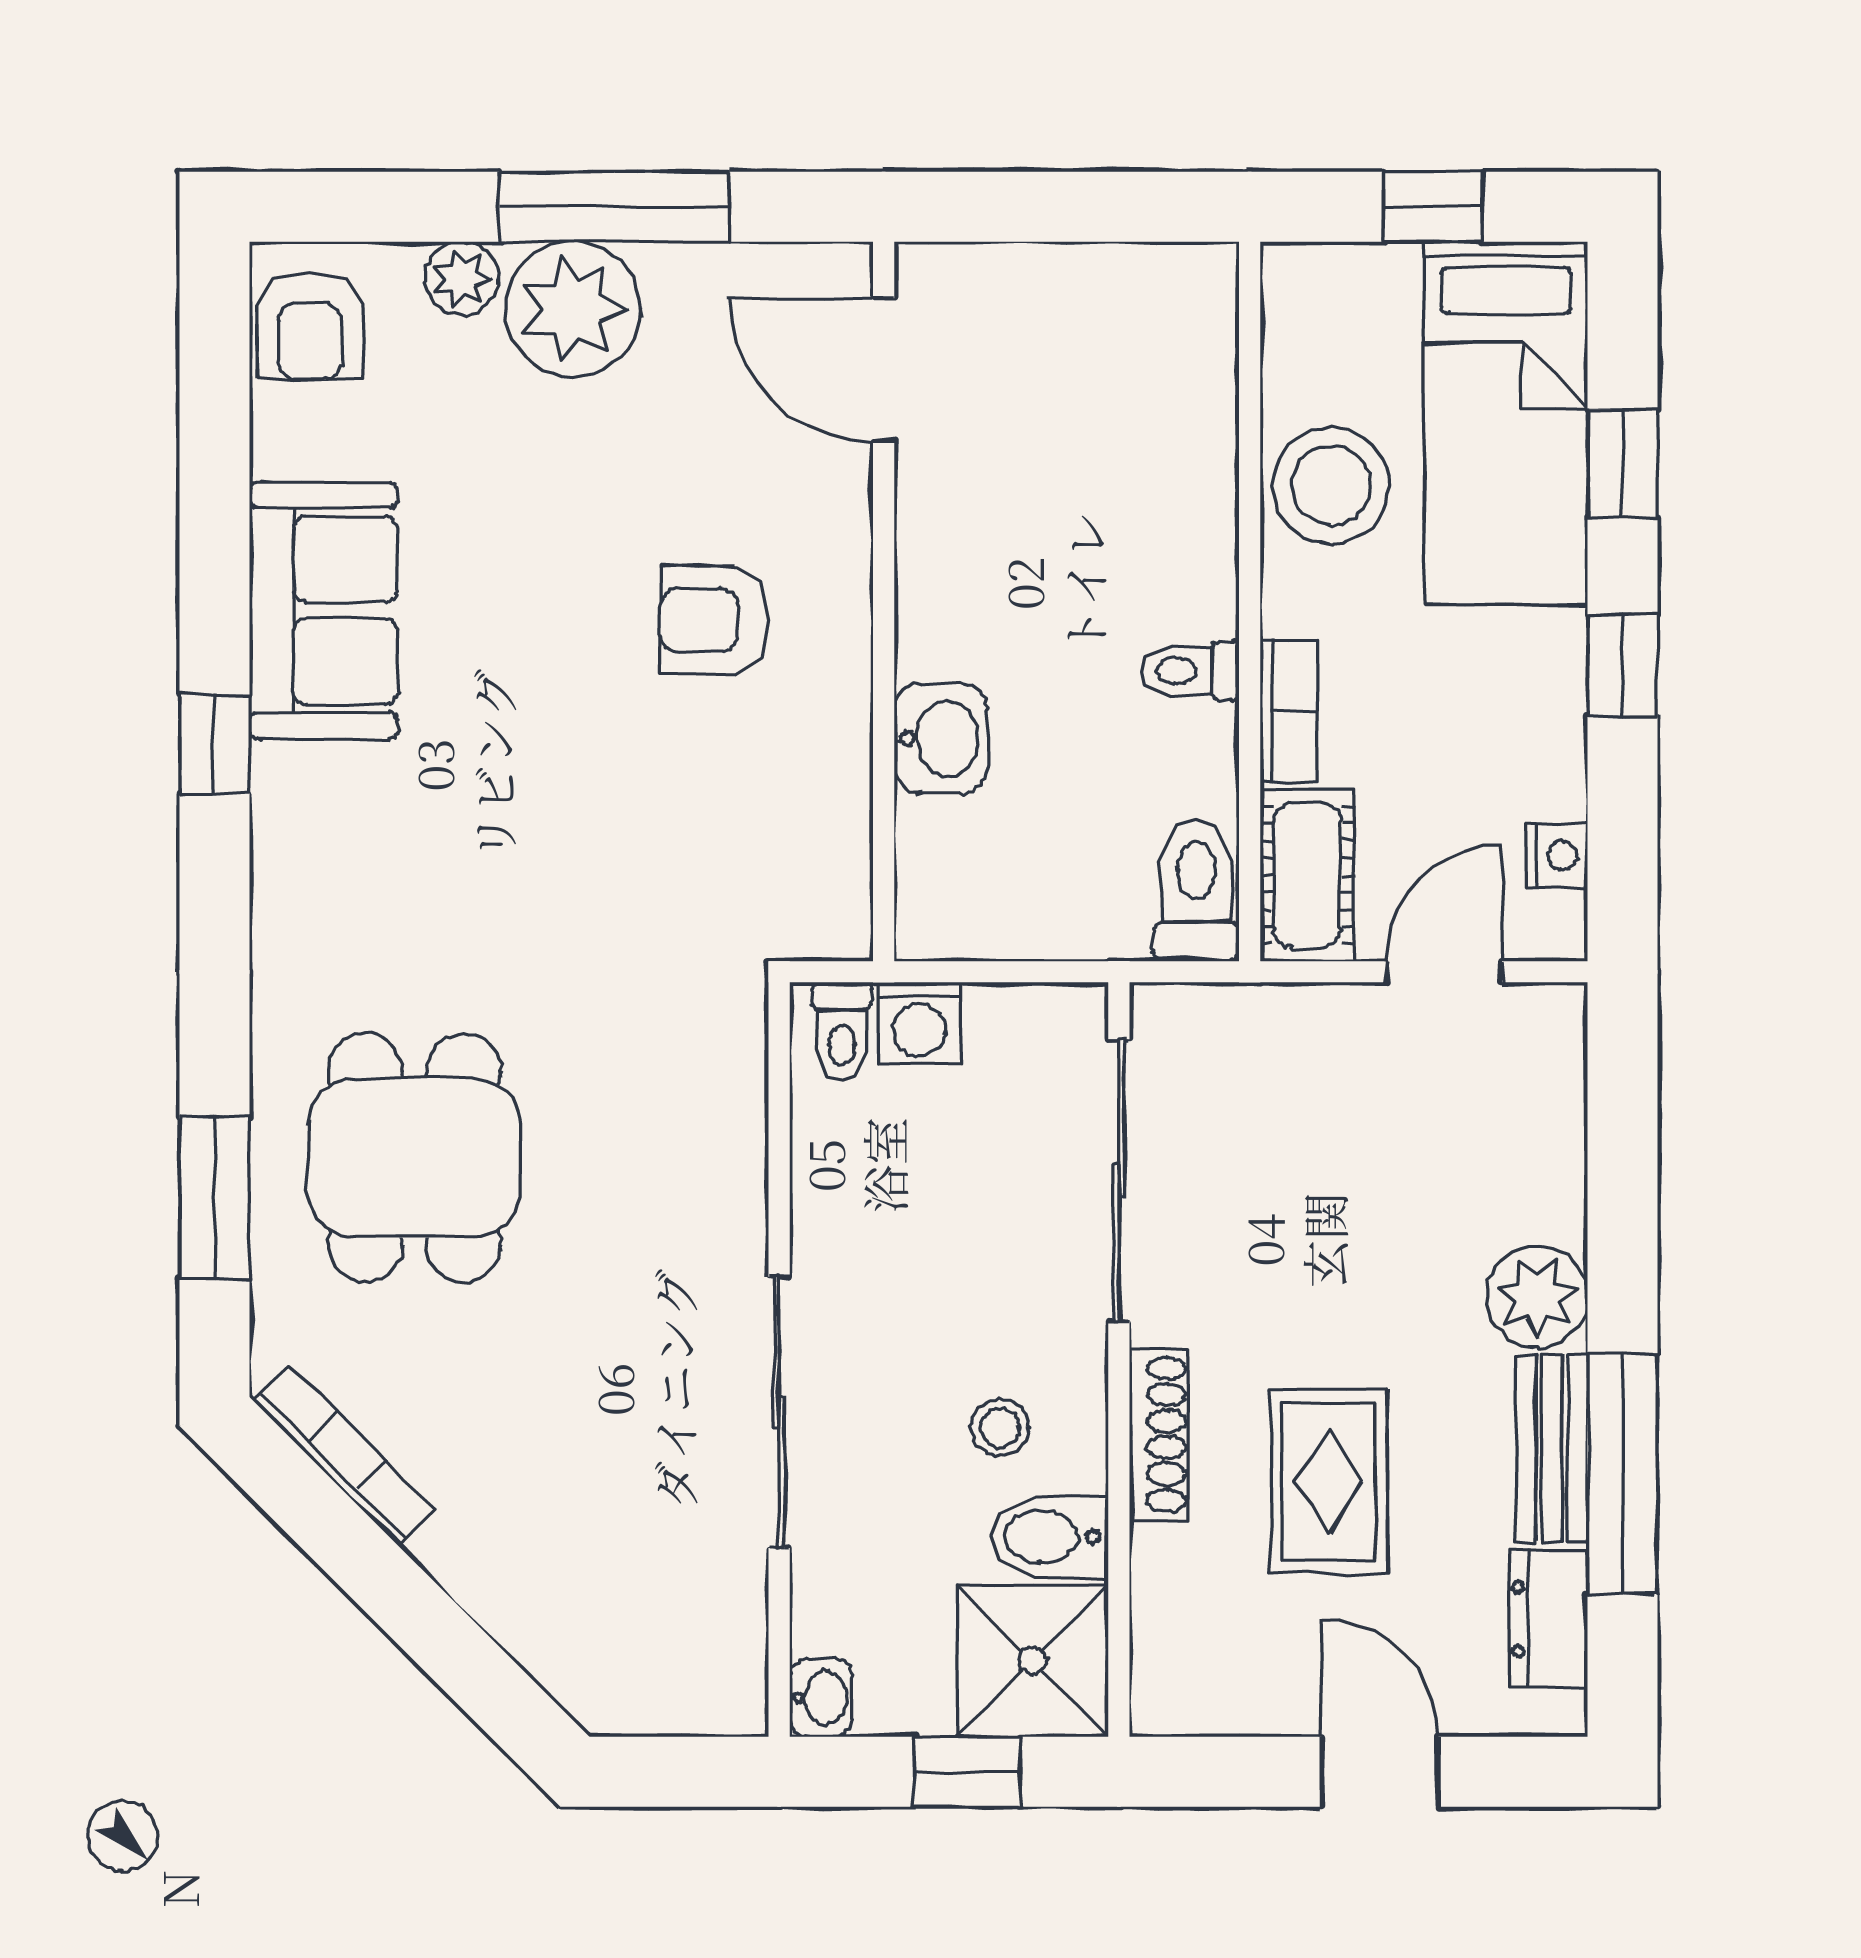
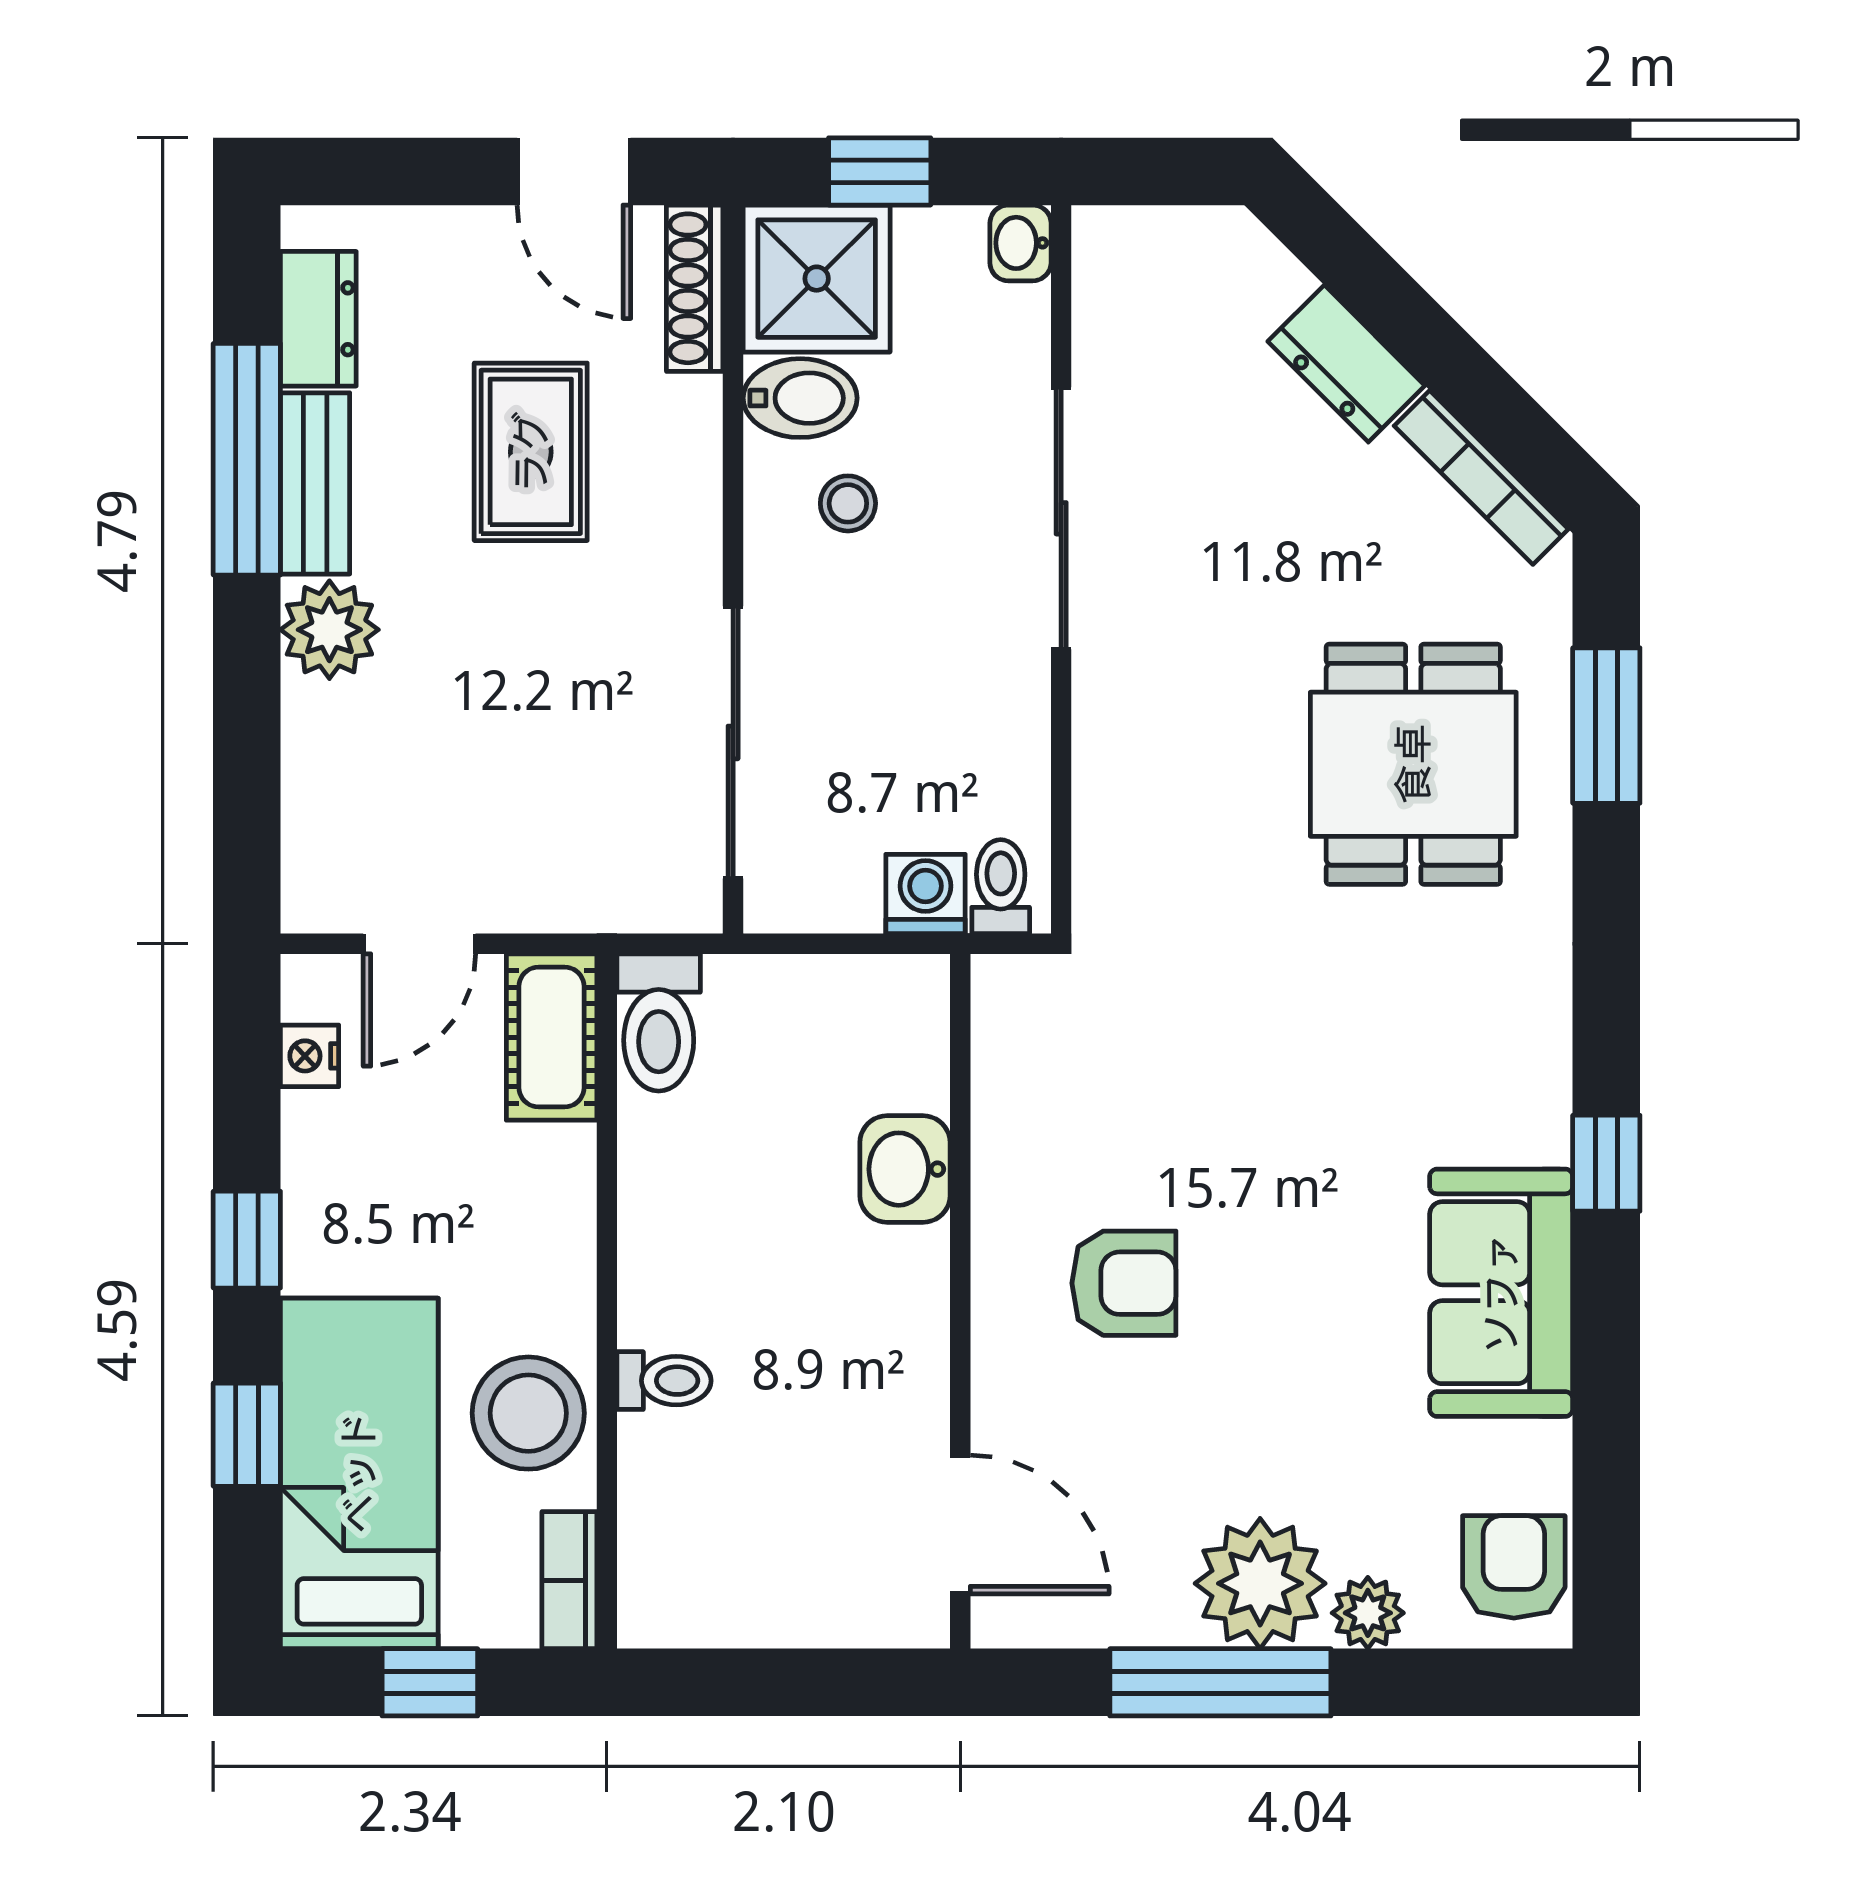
toilet: (1190, 671) -> (664, 1381), moved
bookcase: (1288, 711) -> (569, 1580), moved
shoe rack: (1159, 1434) -> (695, 288), moved
dresser: (484, 1573) -> (1346, 364), added
door: (1380, 1772) -> (574, 171), moved

